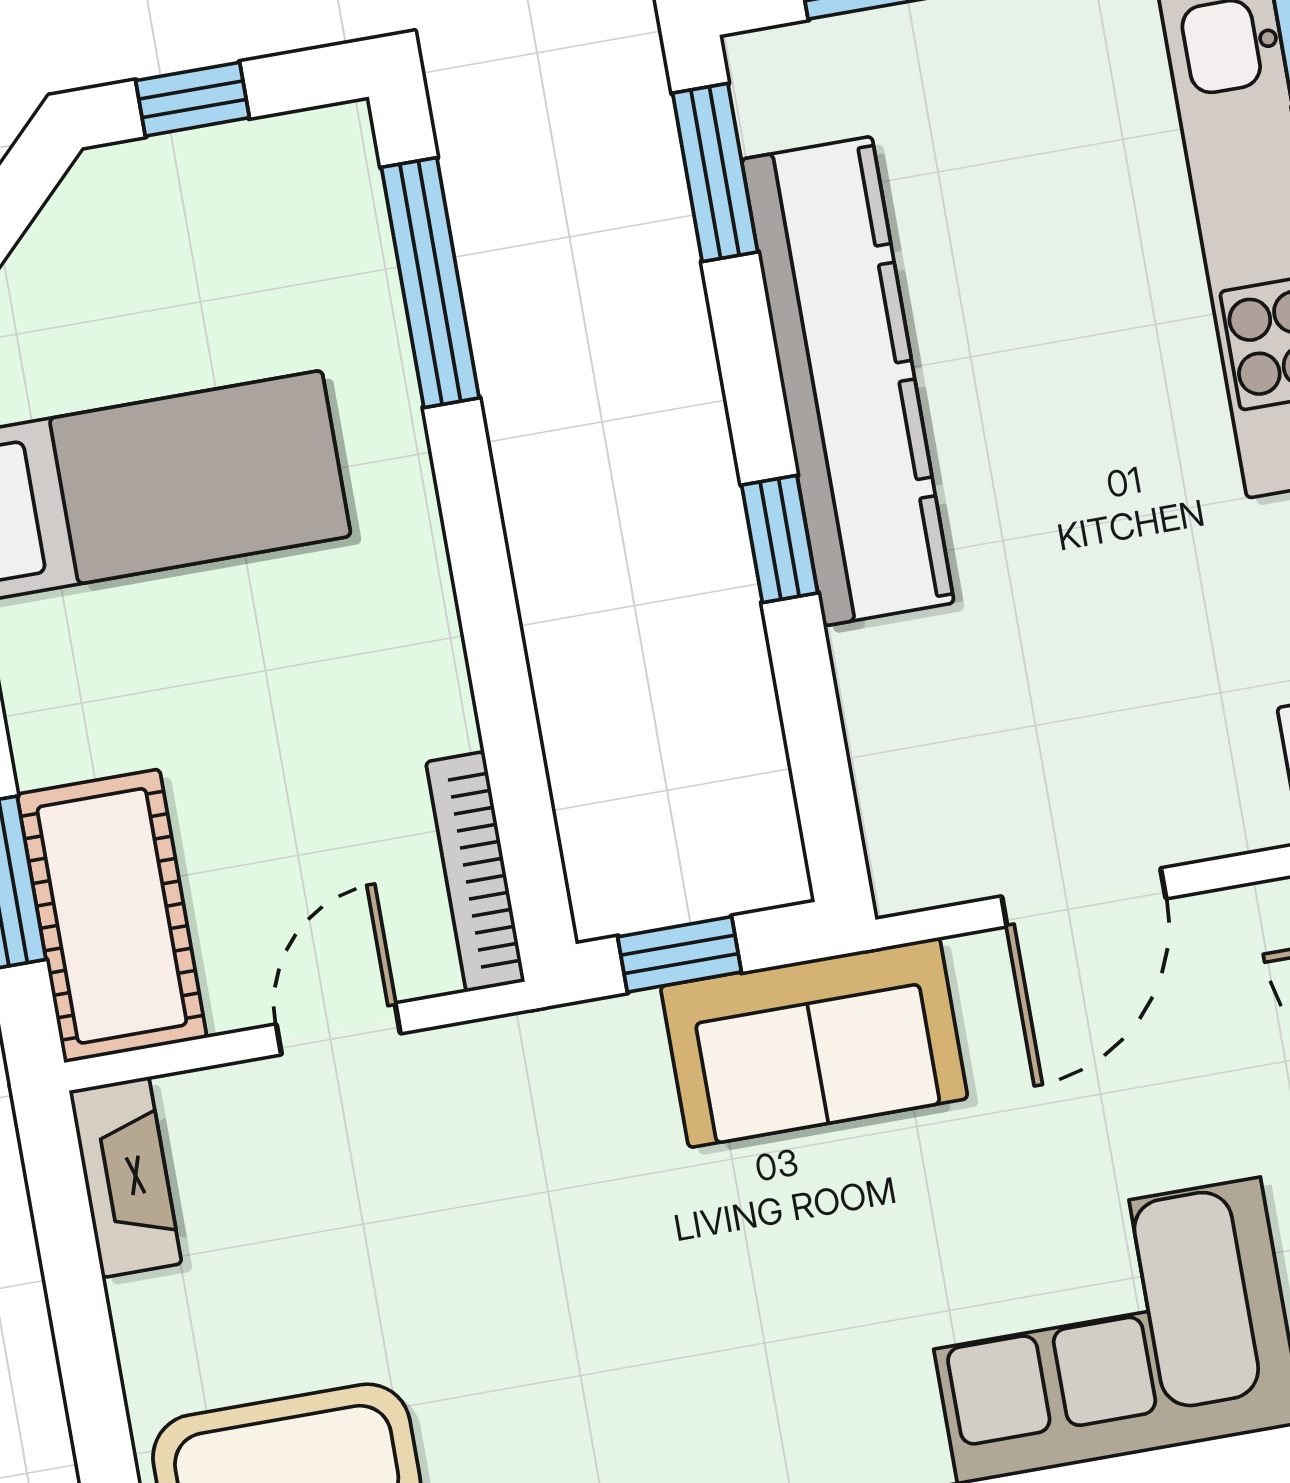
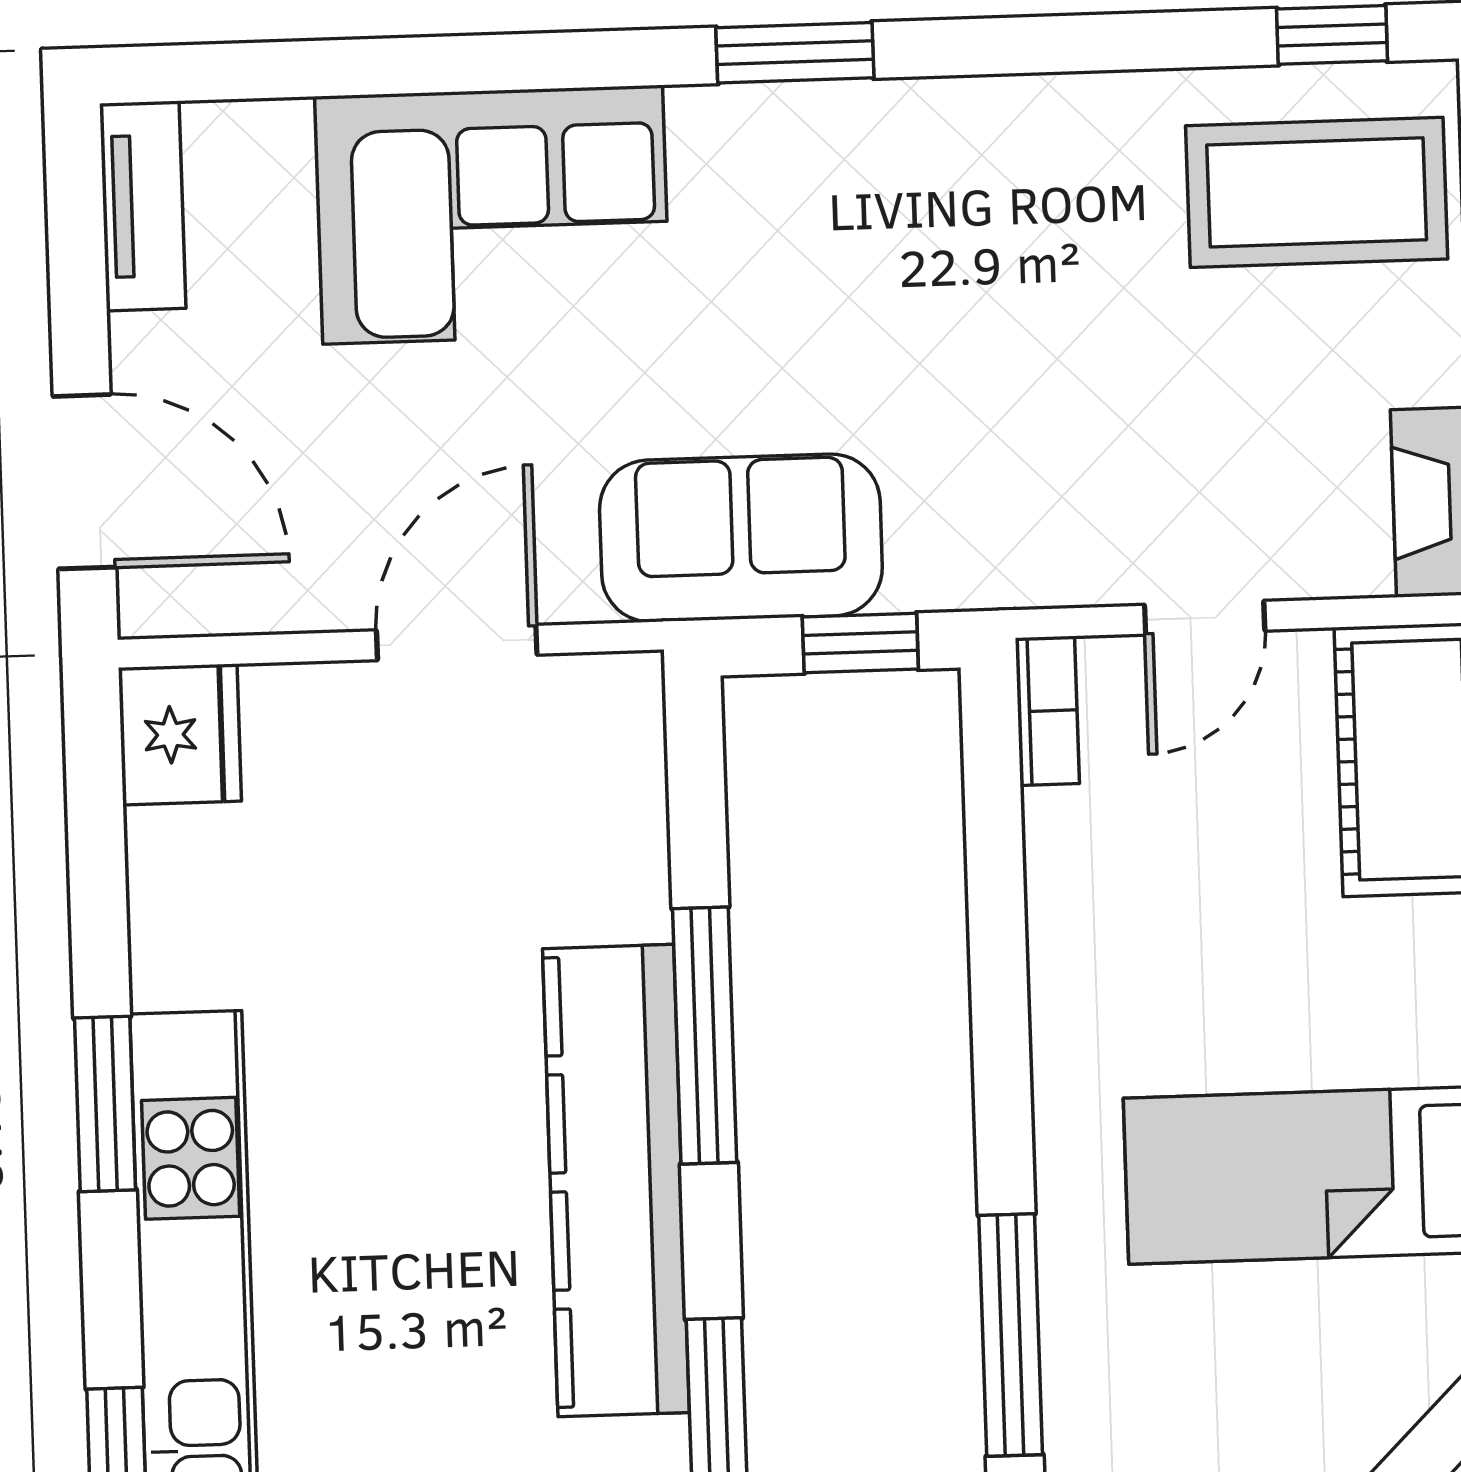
window: (780, 539) -> (705, 1036), width x2.17
bookcase: (475, 872) -> (1047, 711), width x0.64

